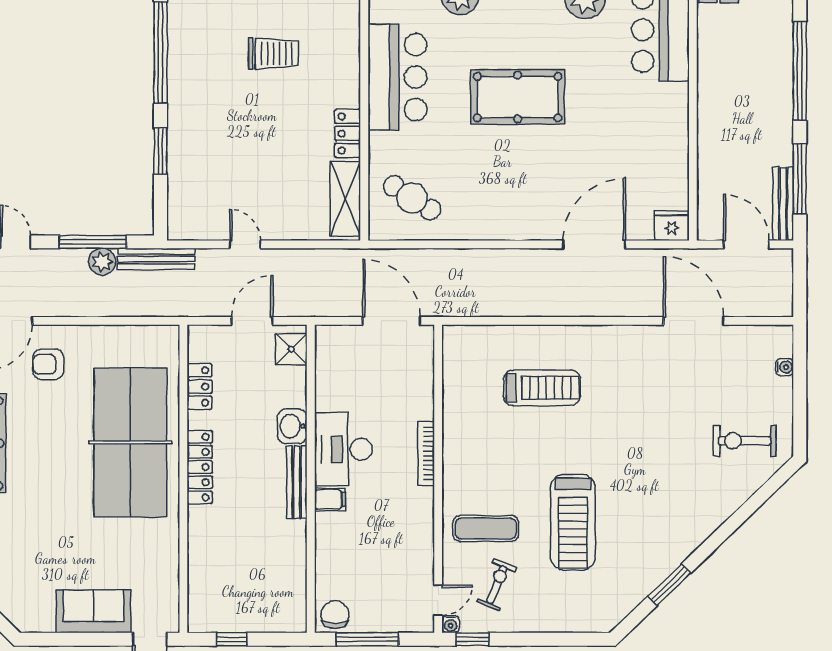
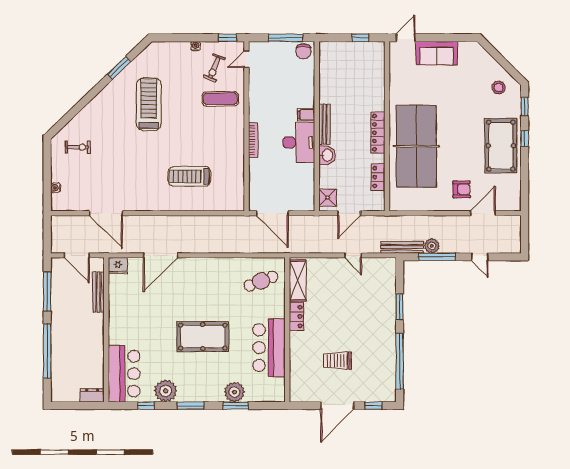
cafe table: (412, 198) -> (261, 281), turned -54
bench: (783, 204) -> (98, 292), moved
exercise bike: (745, 441) -> (78, 147), width x0.73, depth x0.72
treadmill: (573, 522) -> (149, 104), moved
water cooler: (451, 624) -> (196, 46), moved

